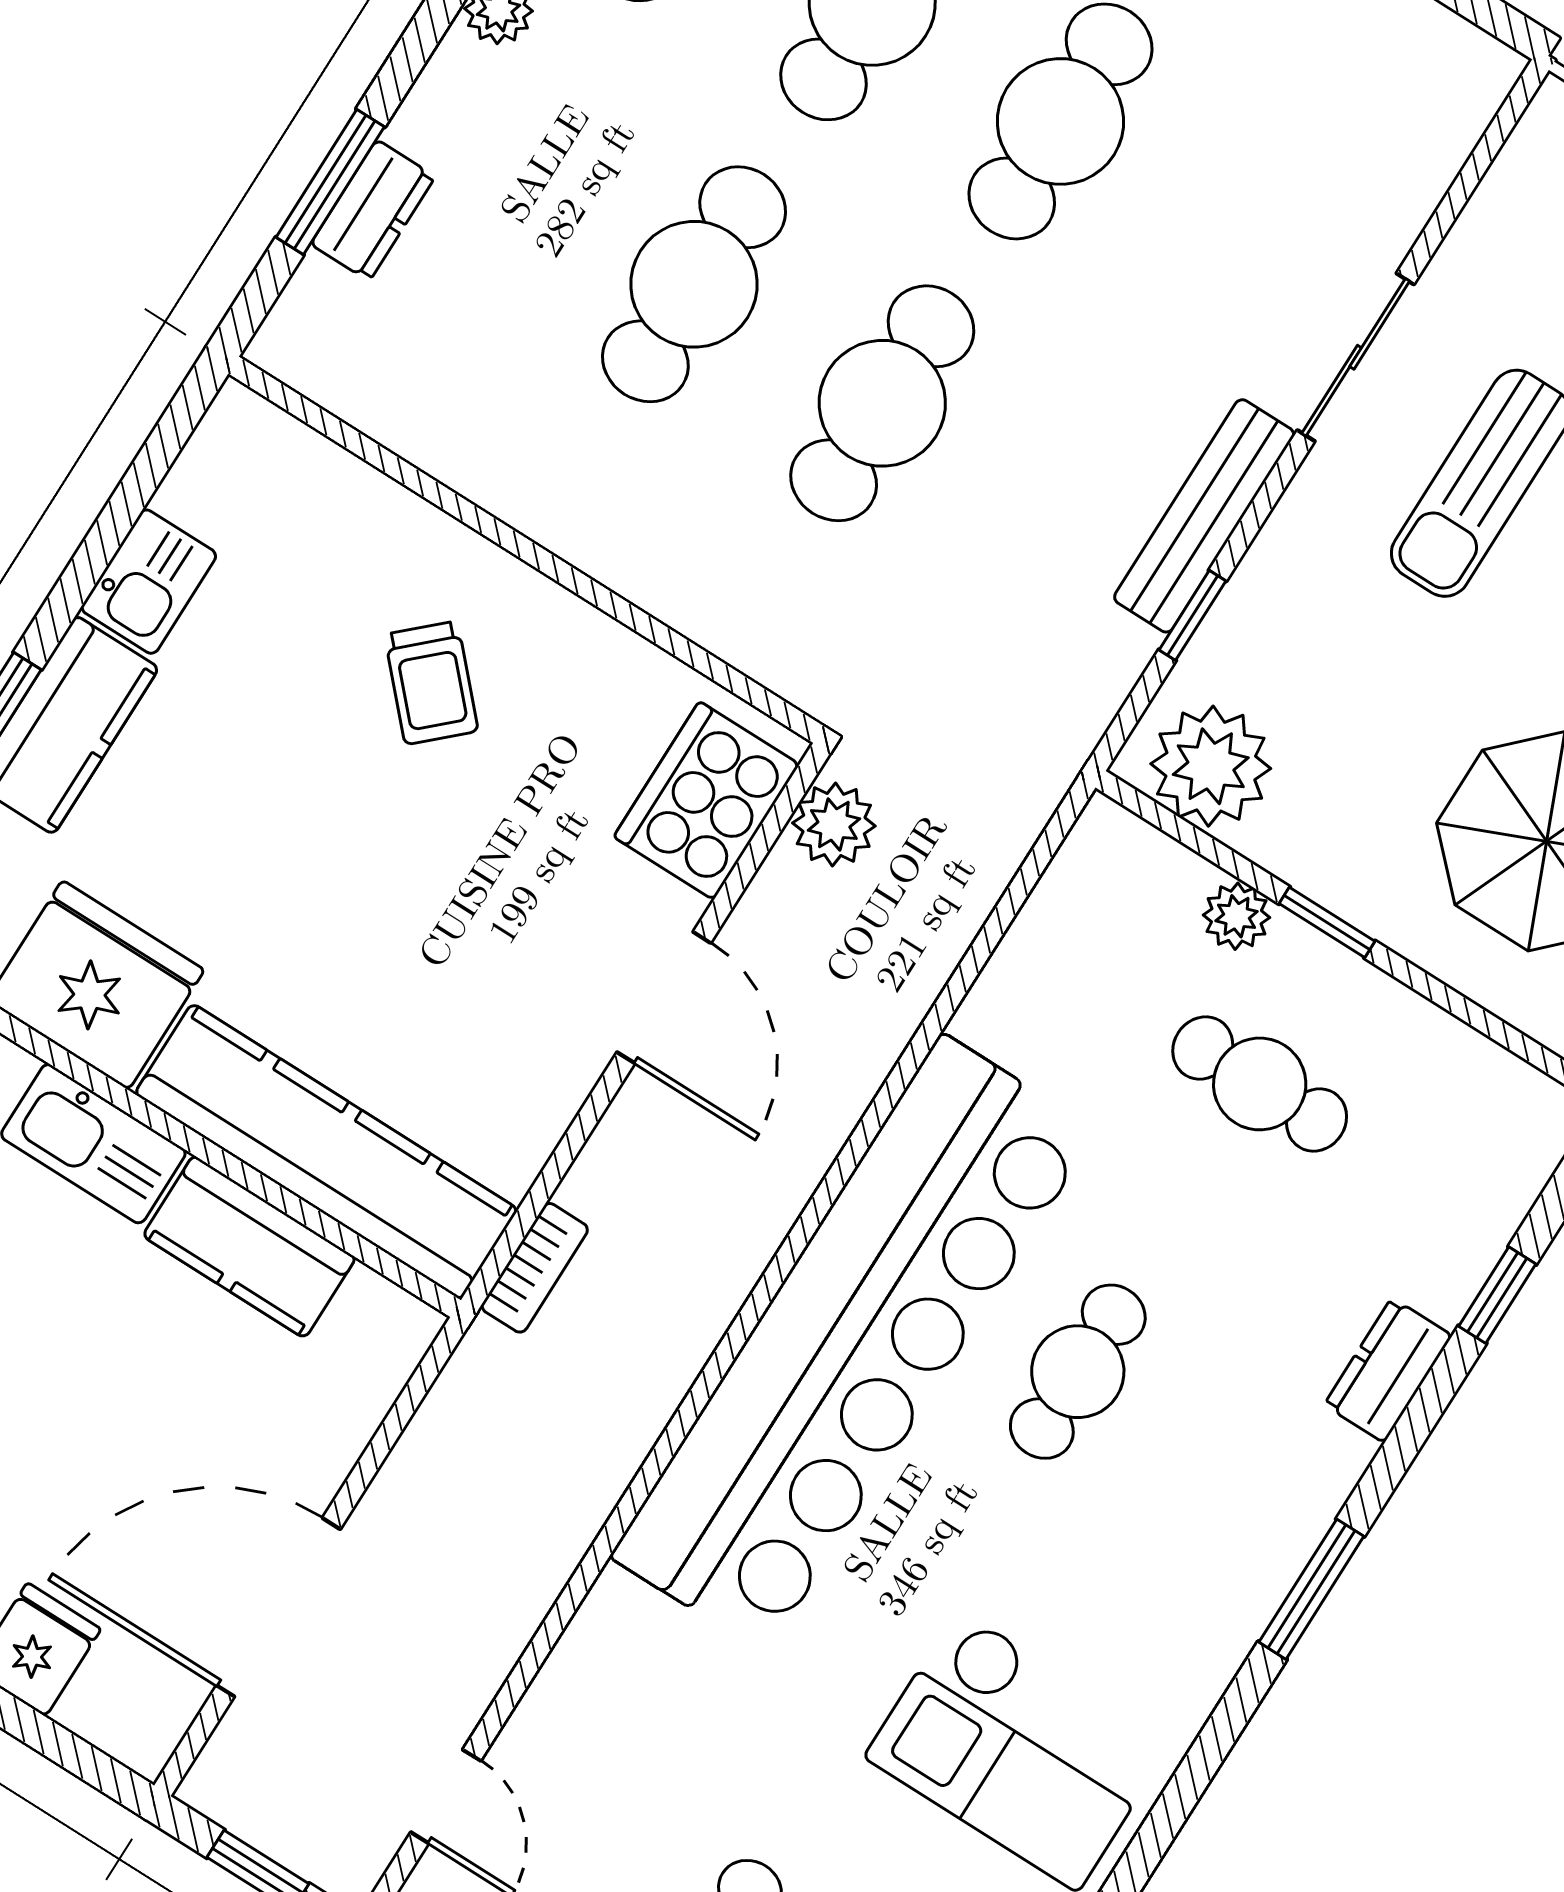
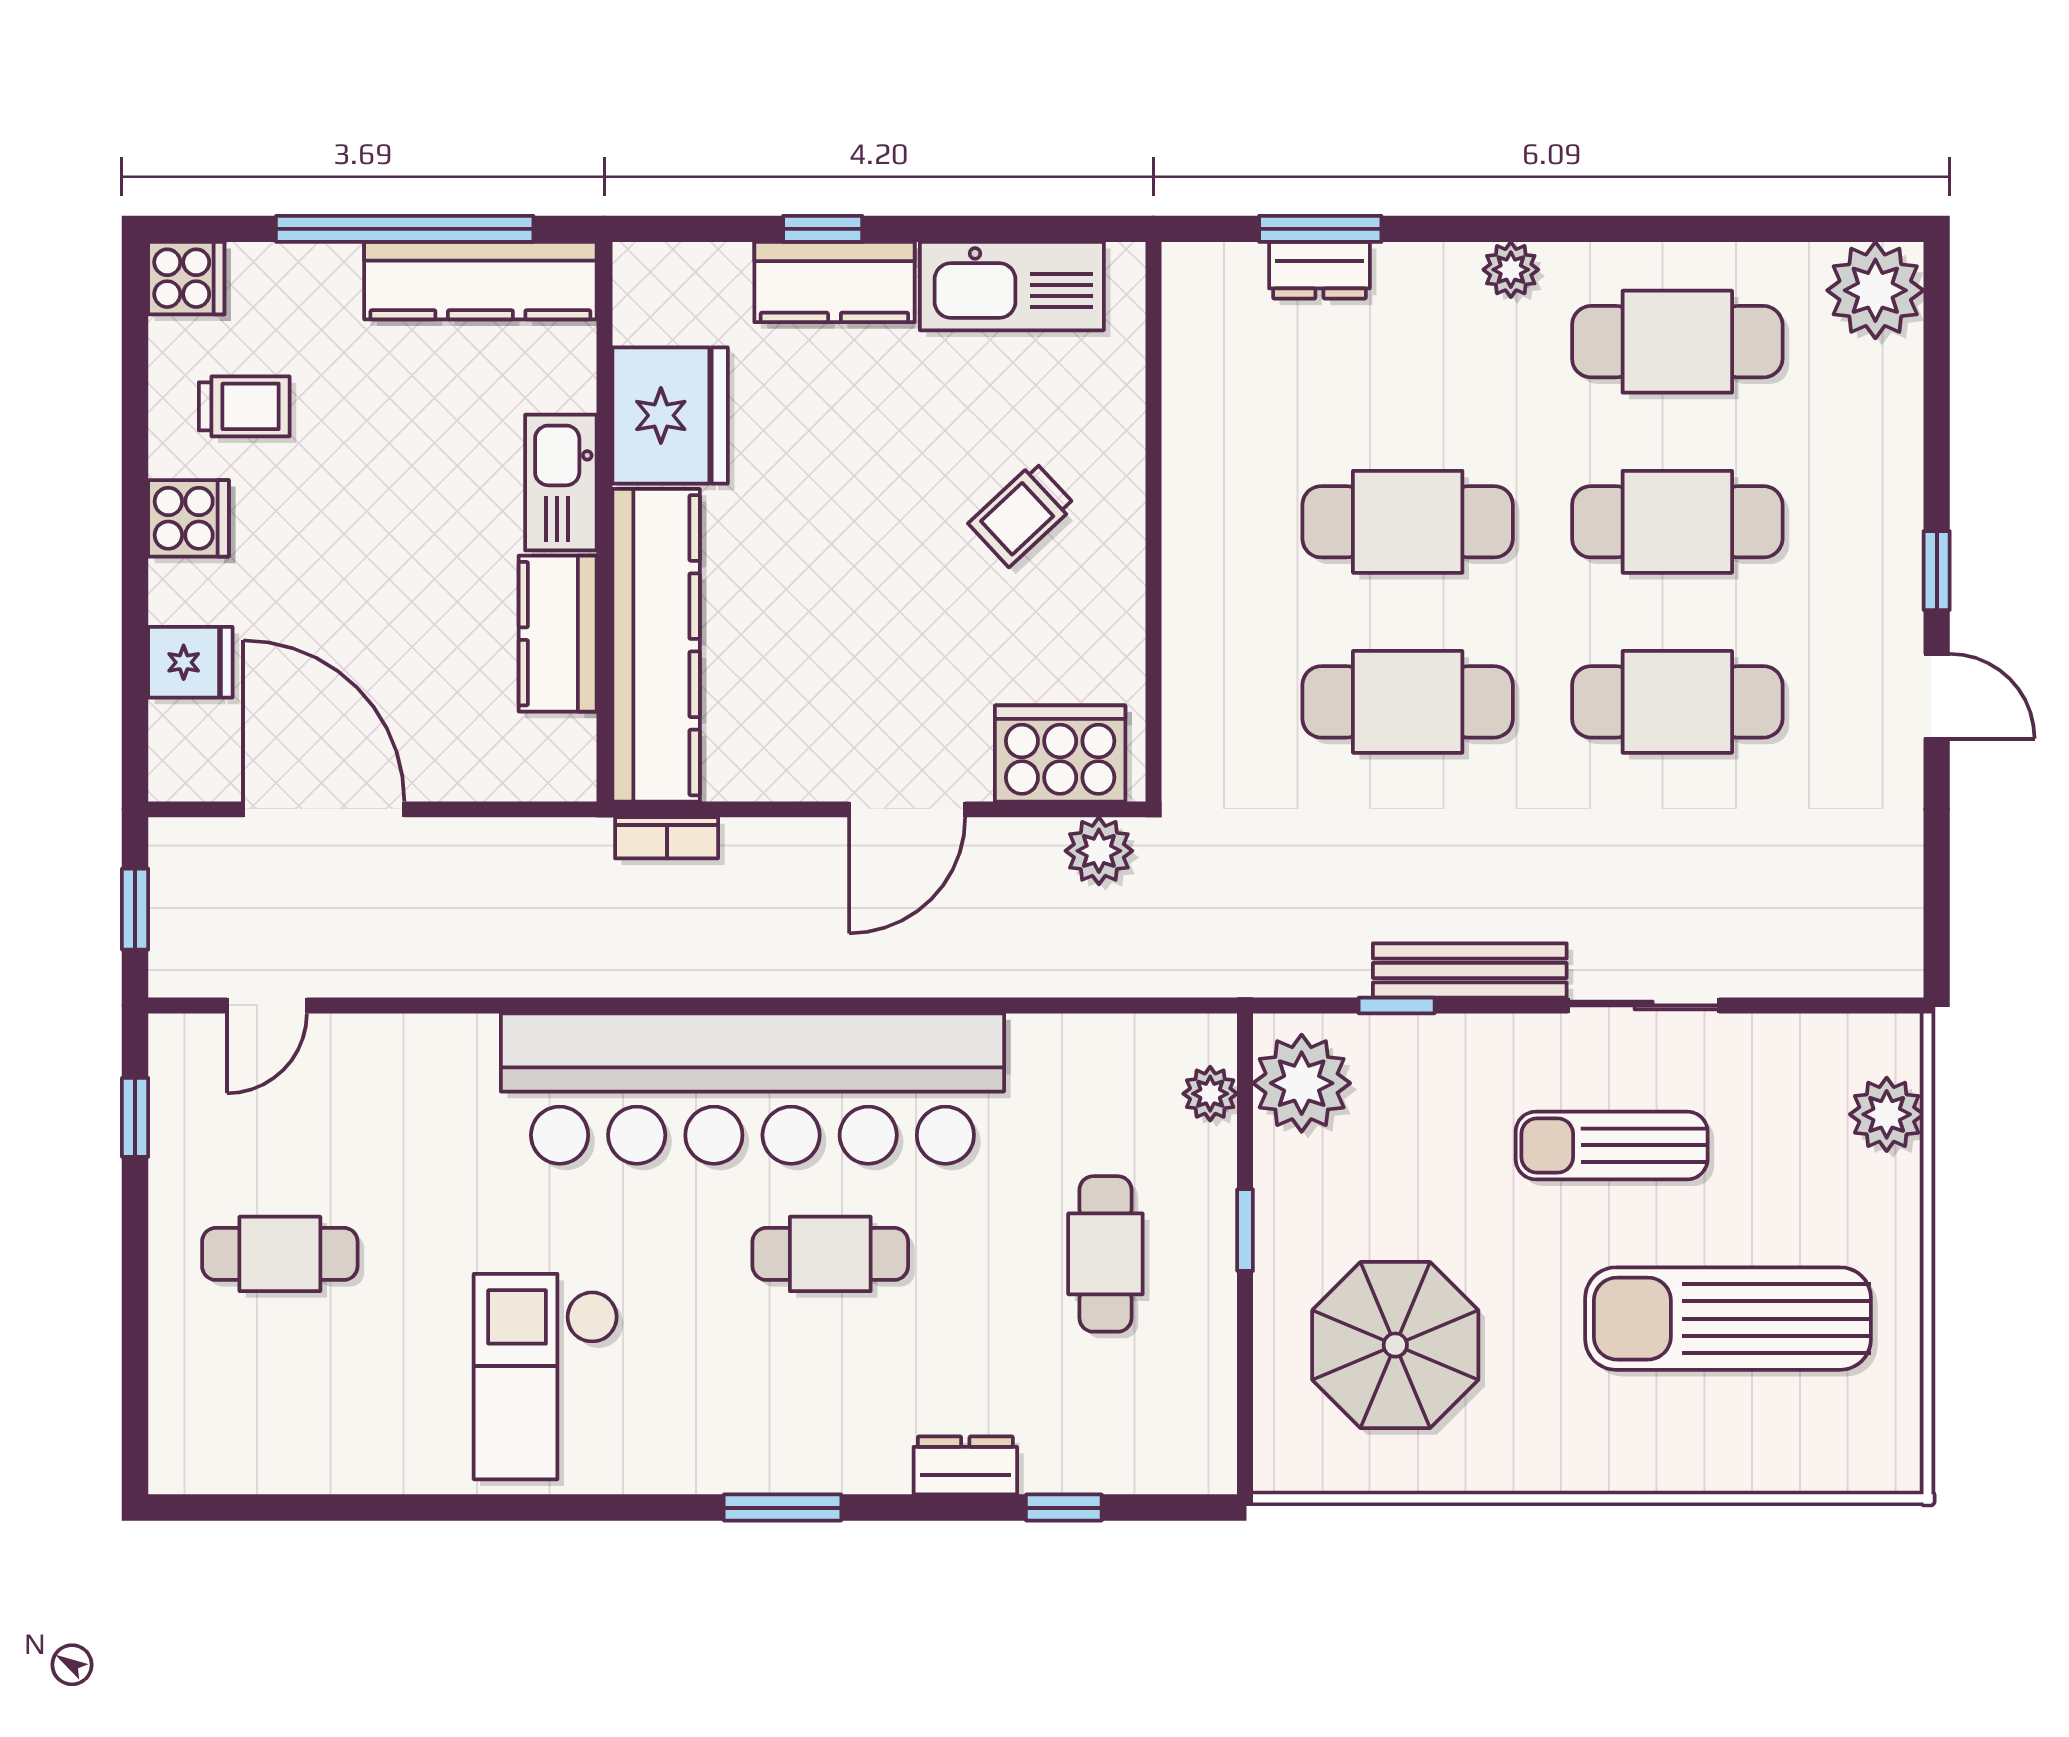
kitchen sink: (149, 582) -> (1012, 286), width x1.88, depth x1.24
plant: (1237, 916) -> (1210, 1094), moved

